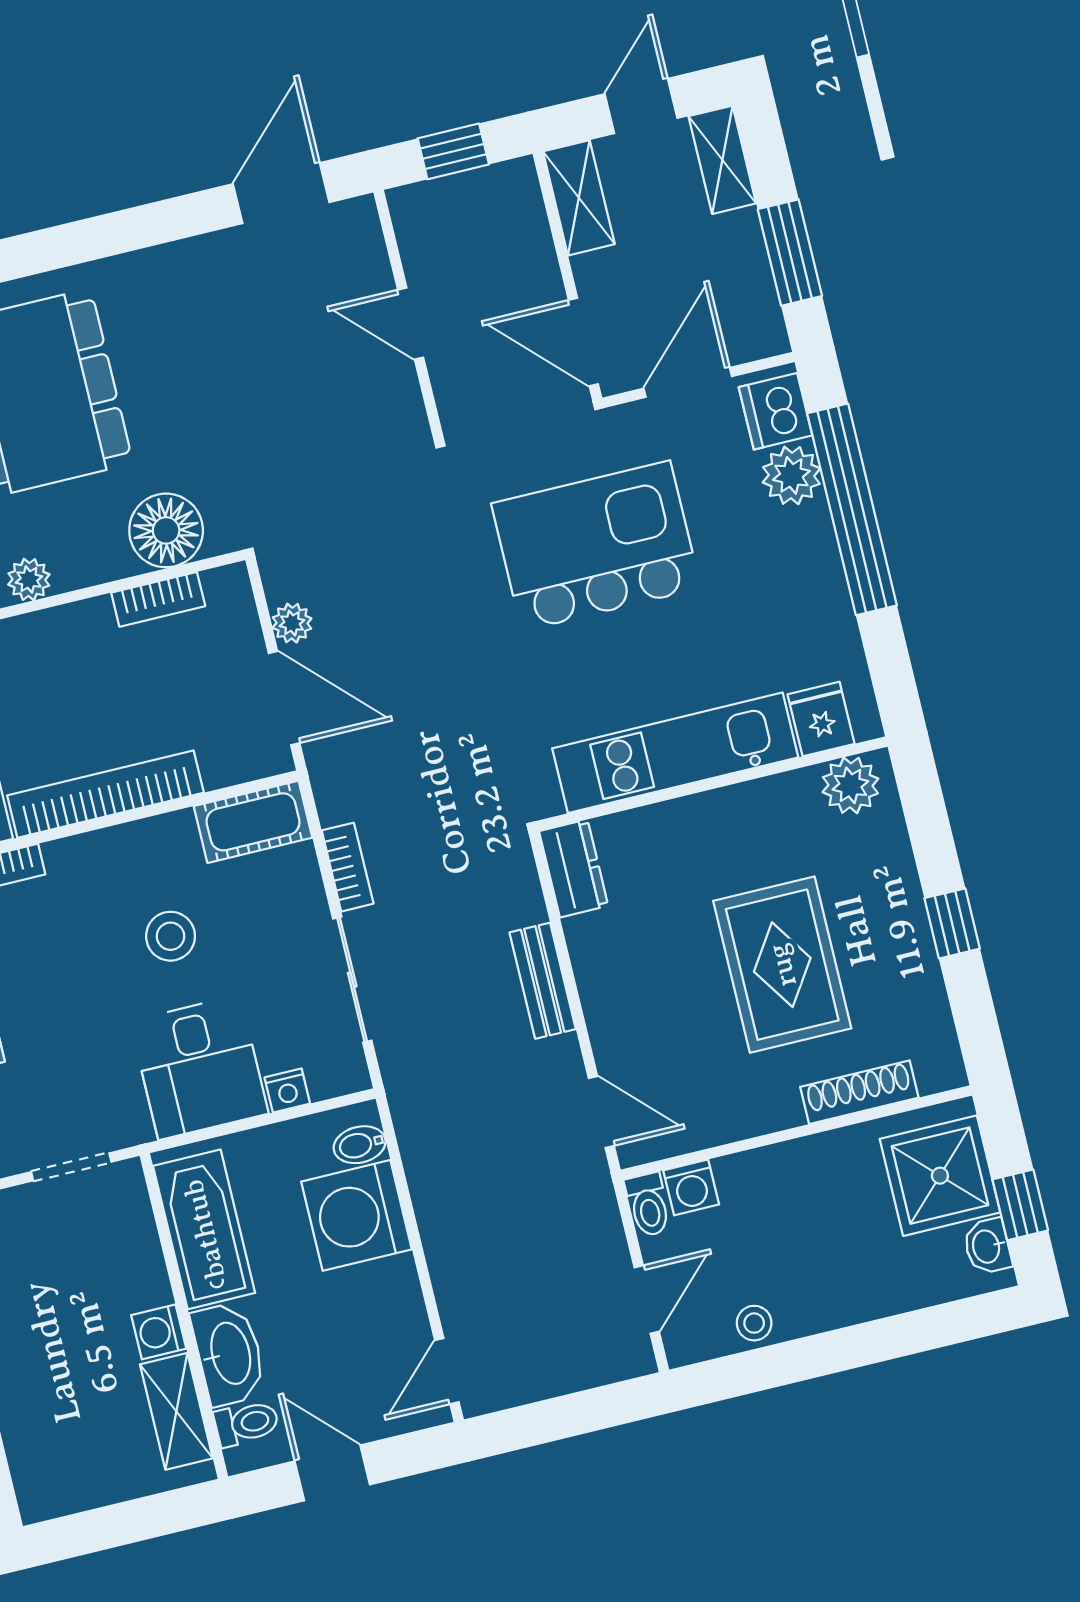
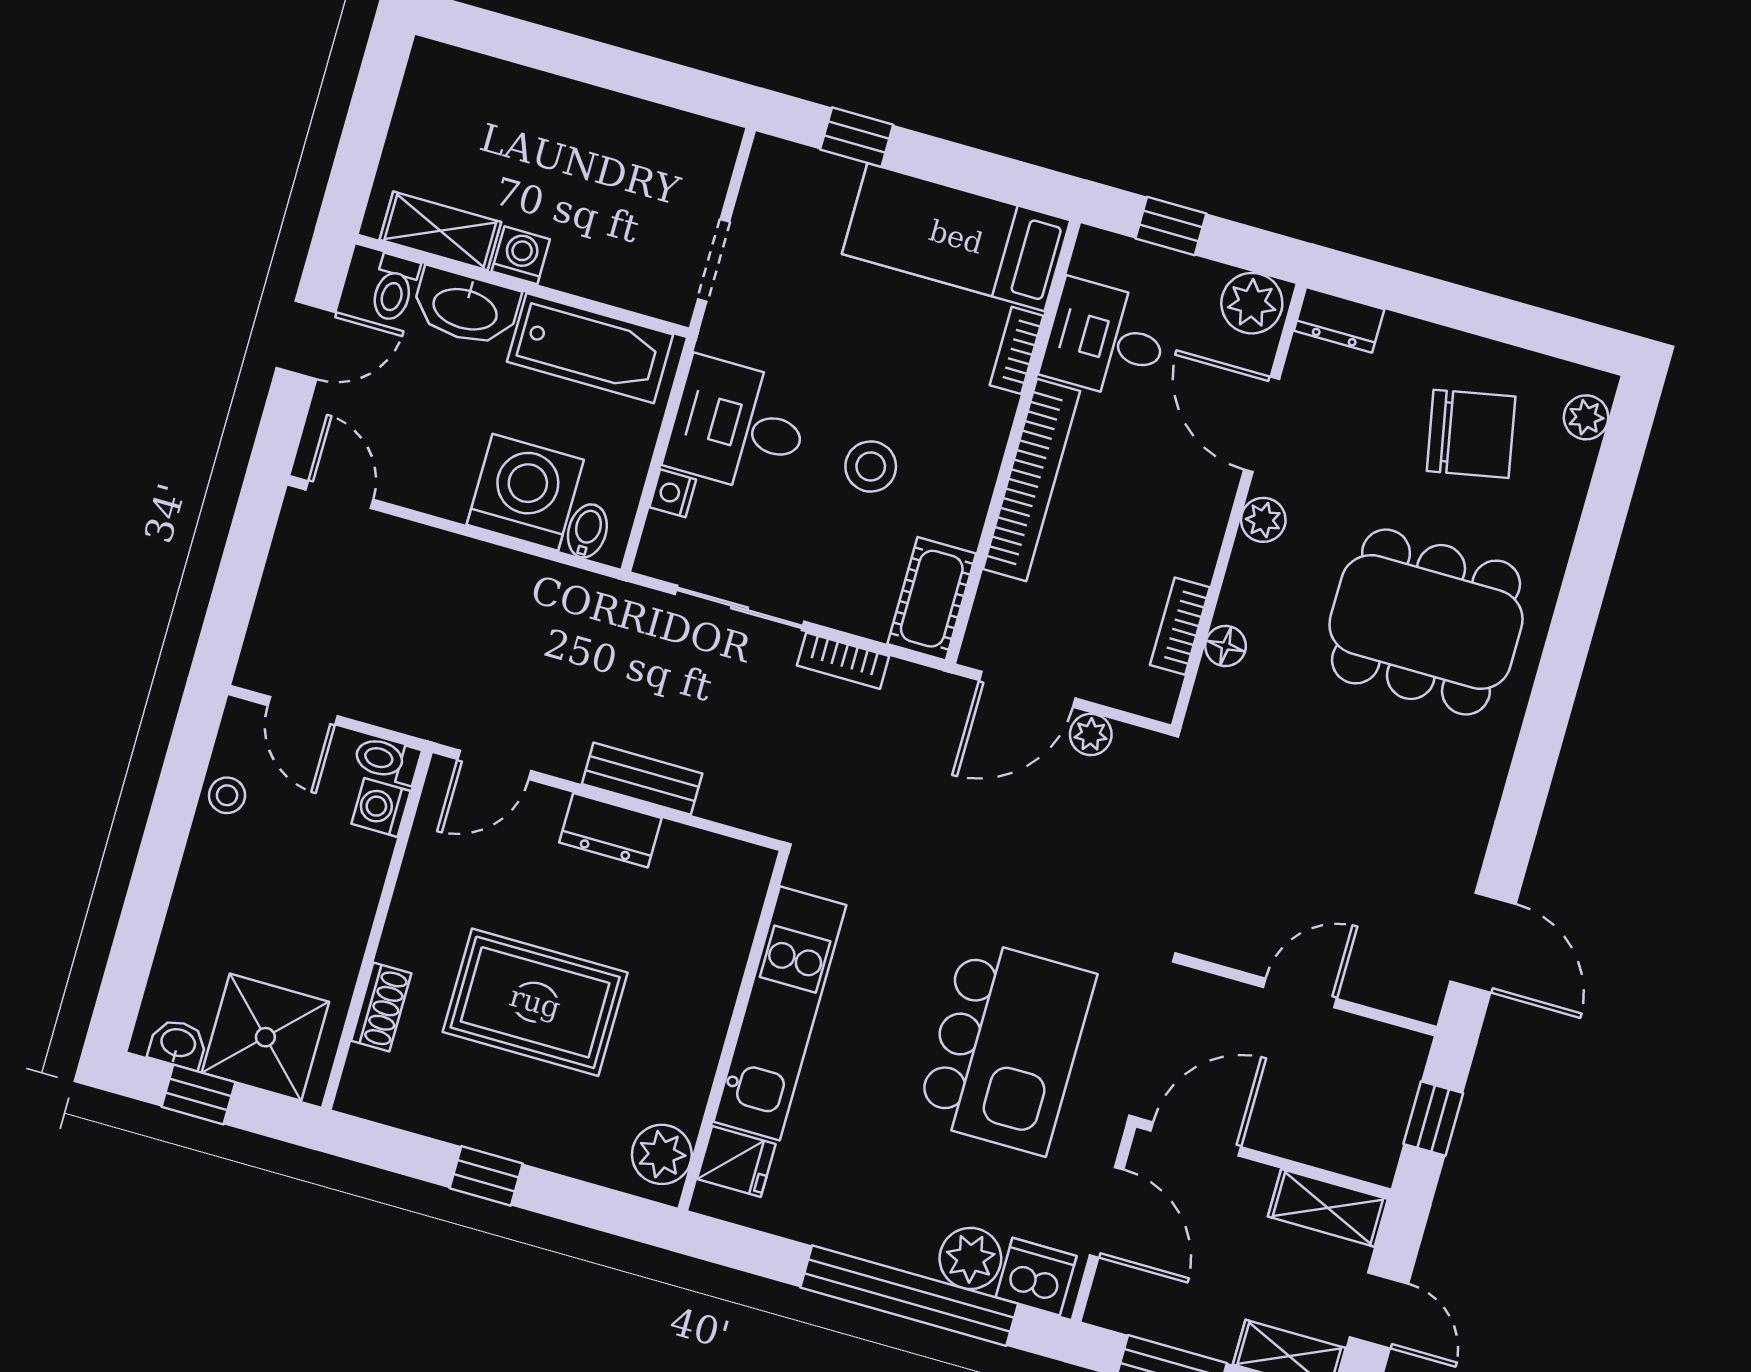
floor lamp: (166, 530) -> (1226, 646), width x0.53, depth x0.53
dresser: (574, 868) -> (610, 830), moved
shoe rack: (859, 1092) -> (381, 1007), width x0.70

